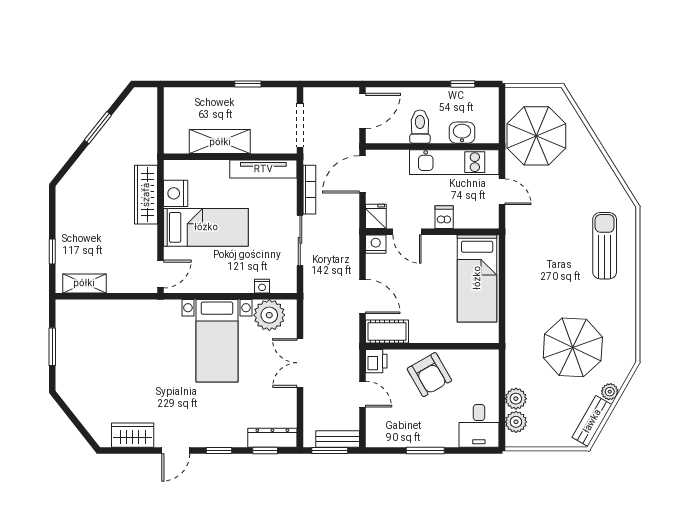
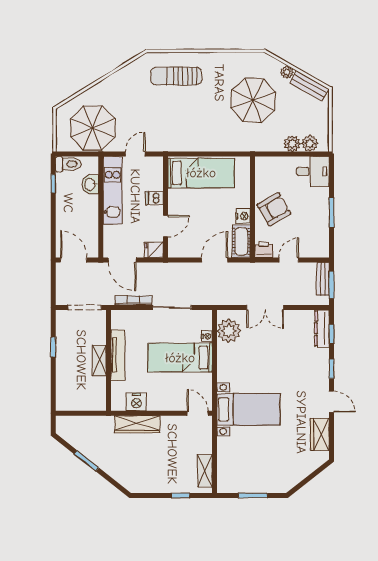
toilet: (420, 127) -> (68, 164), moved, turned 180
shelving: (220, 142) -> (99, 361), width x0.67, depth x0.75
tv unit: (263, 169) -> (118, 355), moved
bed: (206, 227) -> (180, 358), moved, turned -90
nightstand: (376, 244) -> (243, 216), moved, turned 180
bed with nightstands: (217, 341) -> (248, 409), moved

